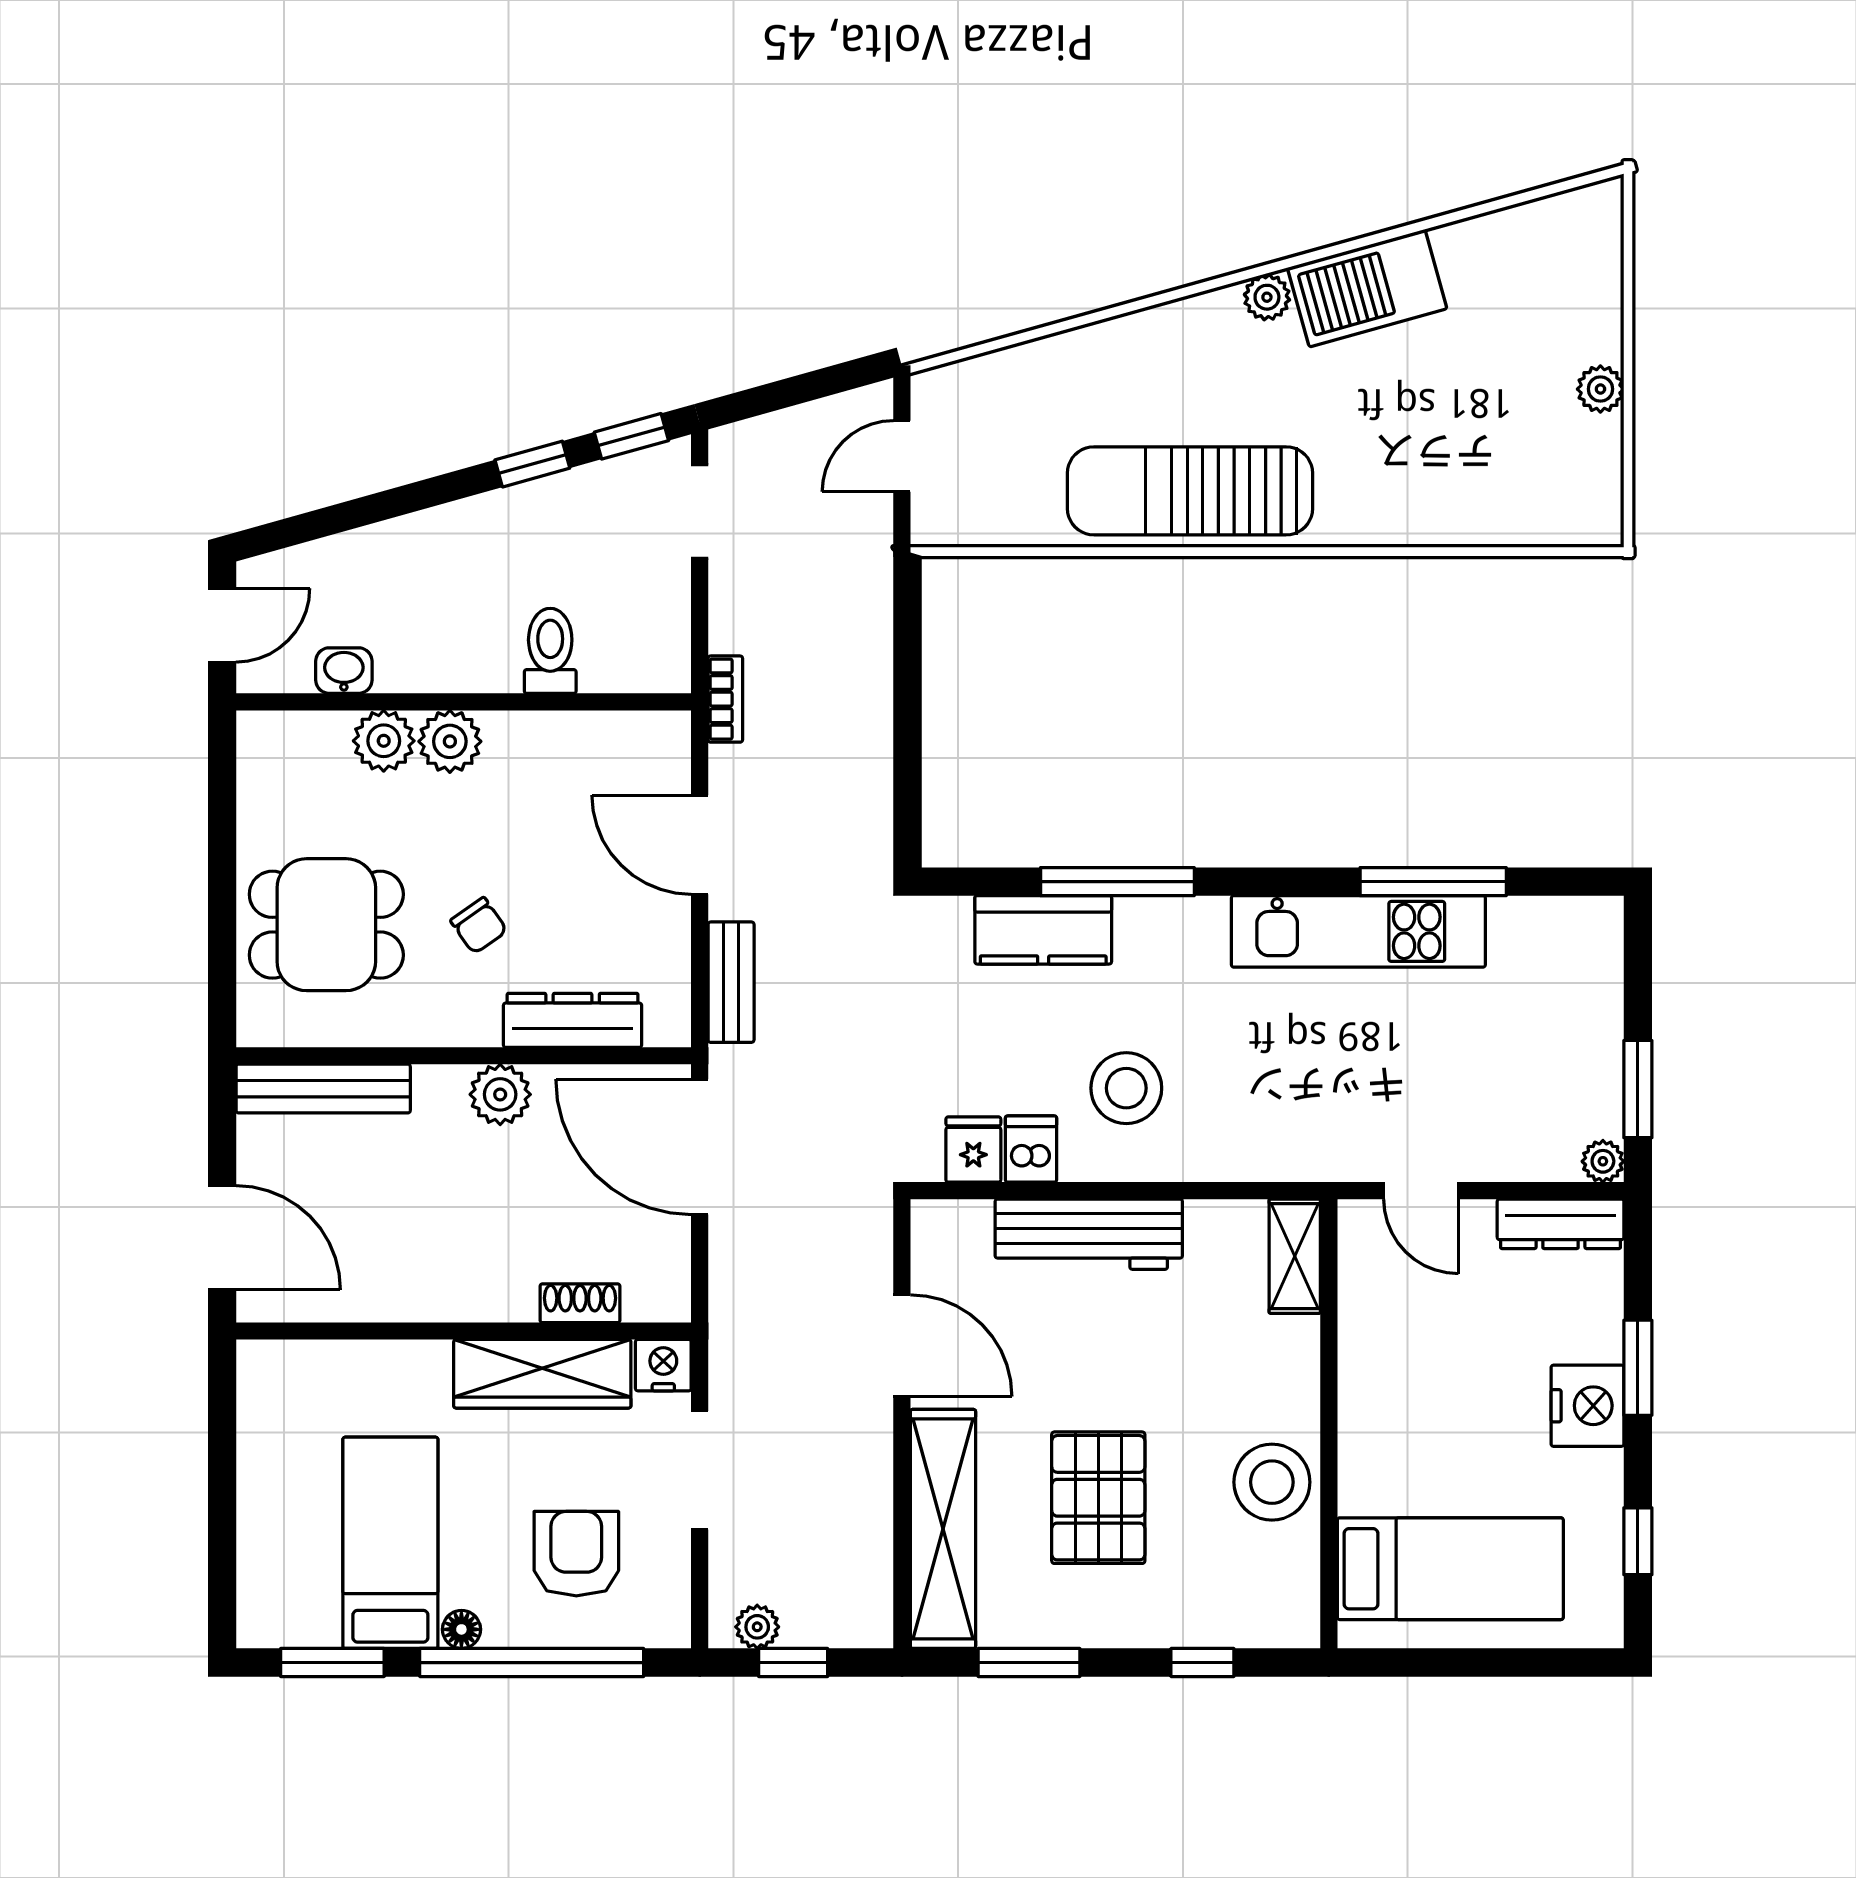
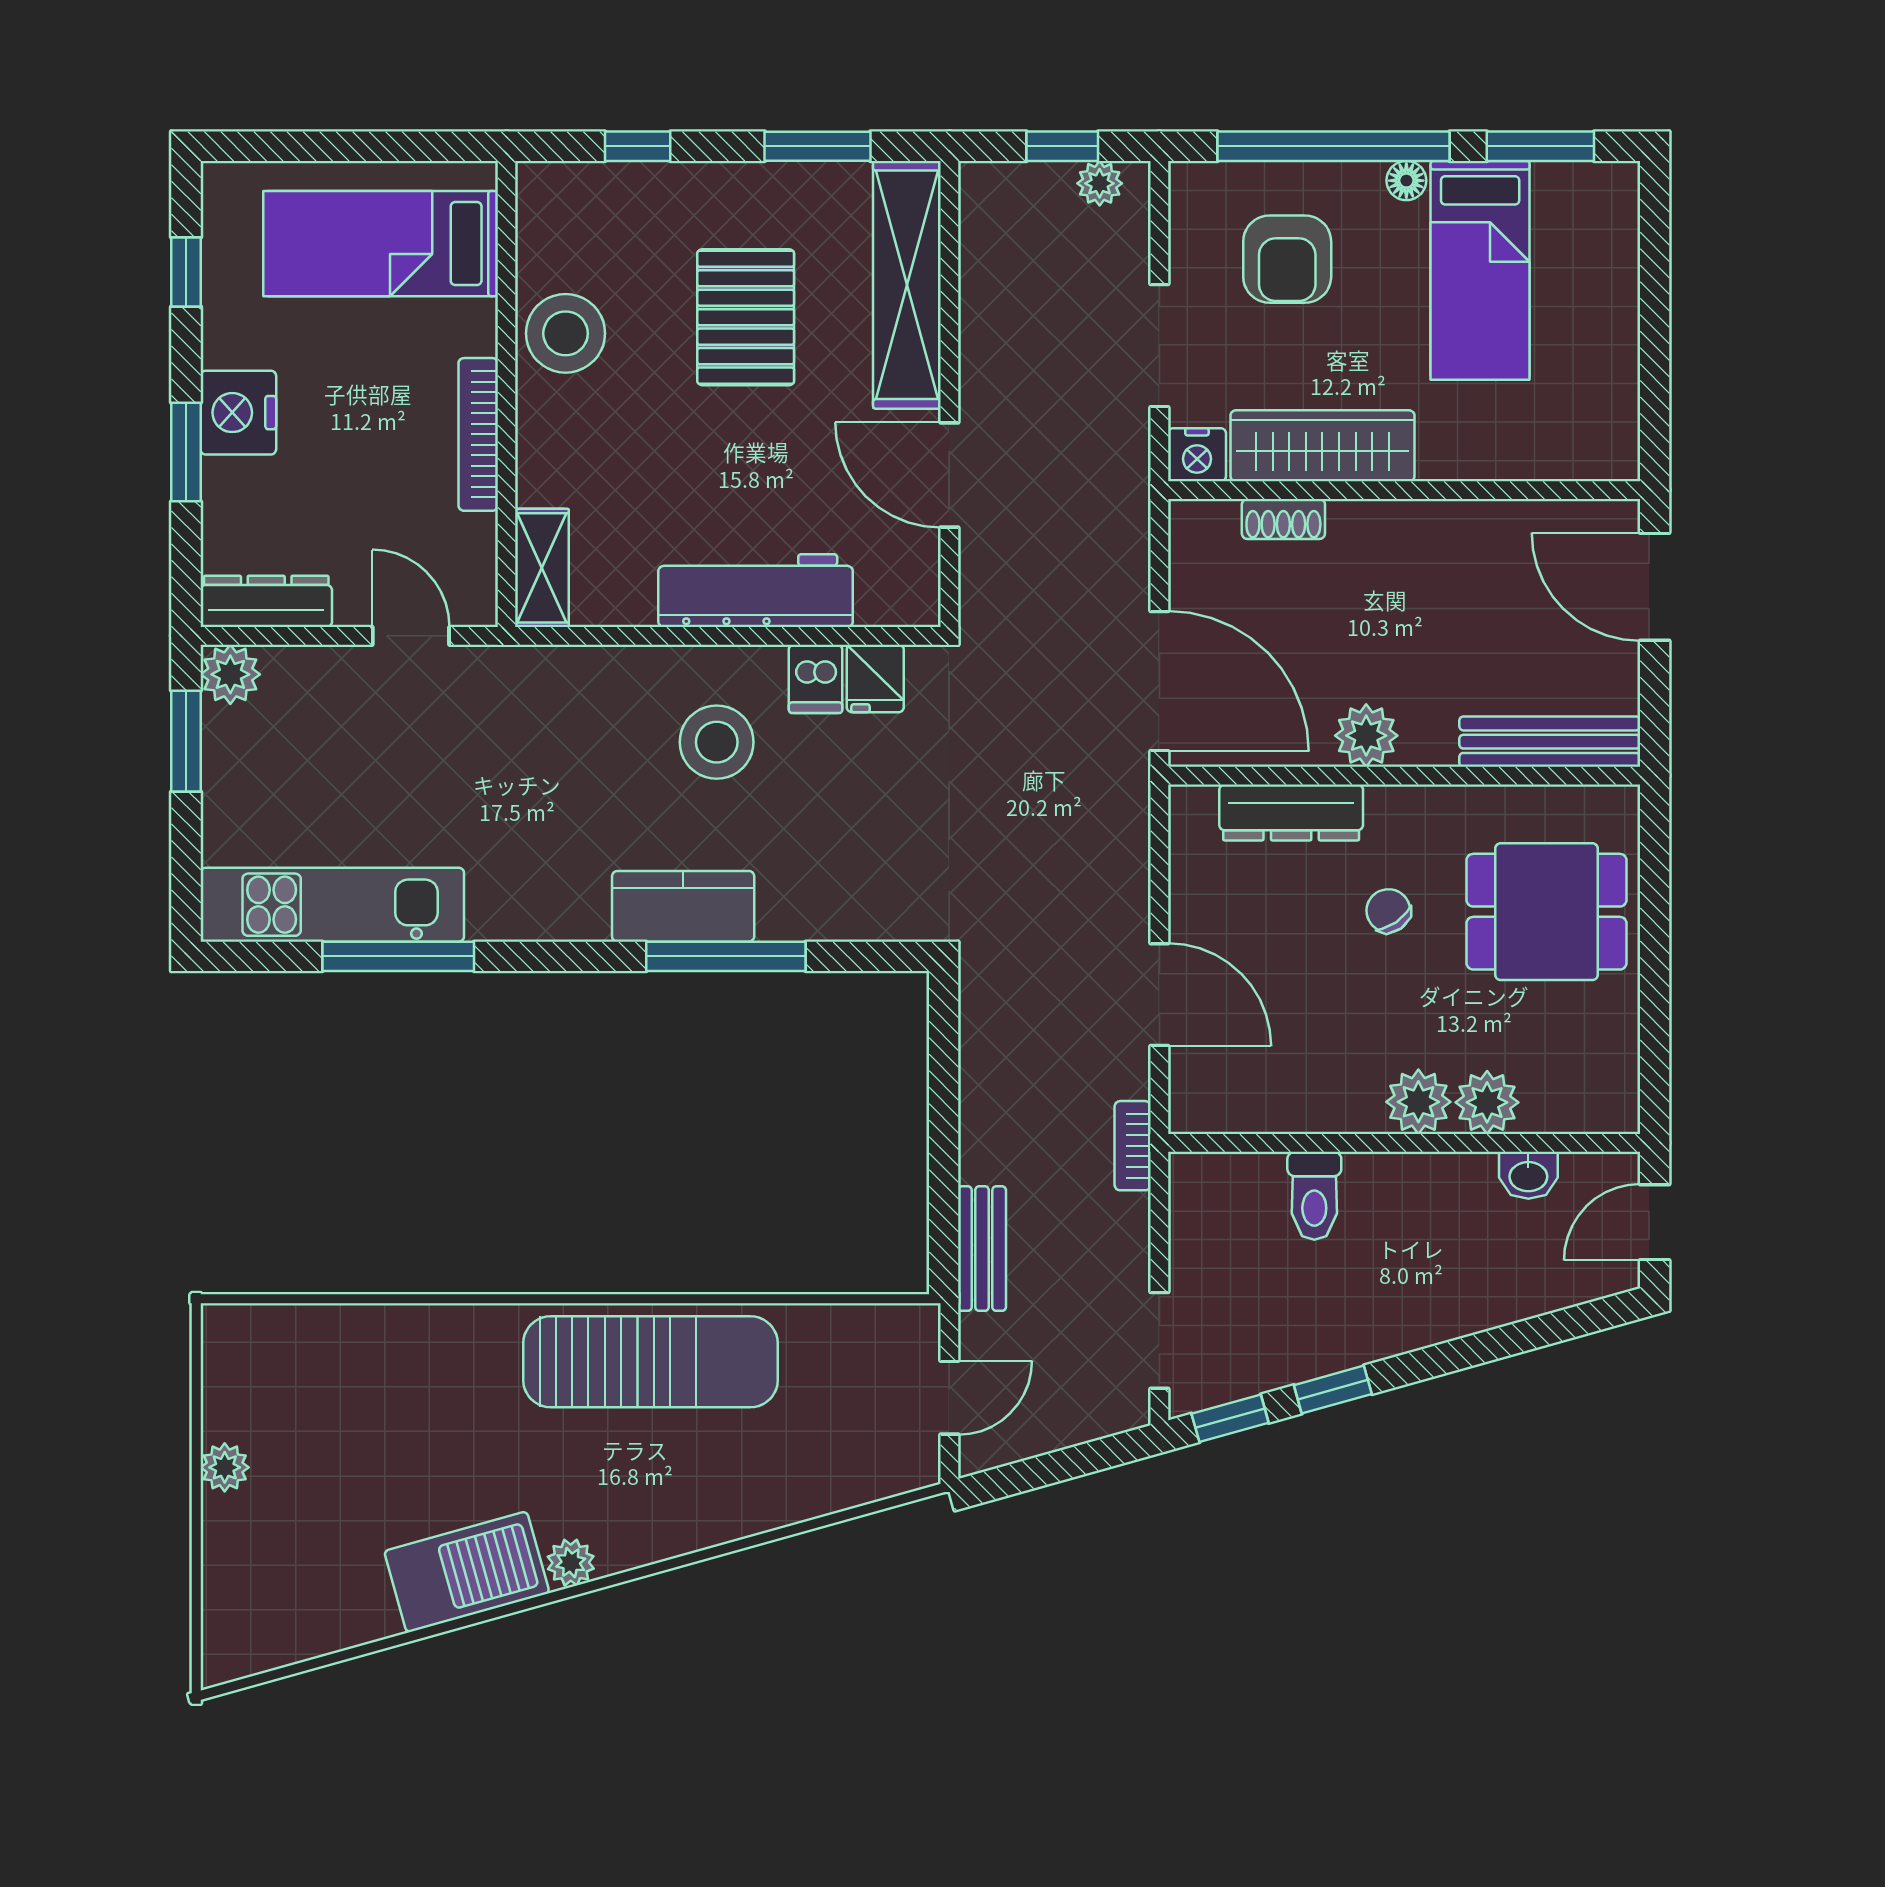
kitchen counter: (1043, 930) -> (683, 906), moved
kitchen unit: (1358, 931) -> (332, 905), moved
bench: (731, 982) -> (982, 1249), moved
plant: (1603, 1161) -> (230, 674), width x1.38, depth x1.38
bookcase: (1356, 1385) -> (478, 434), added

